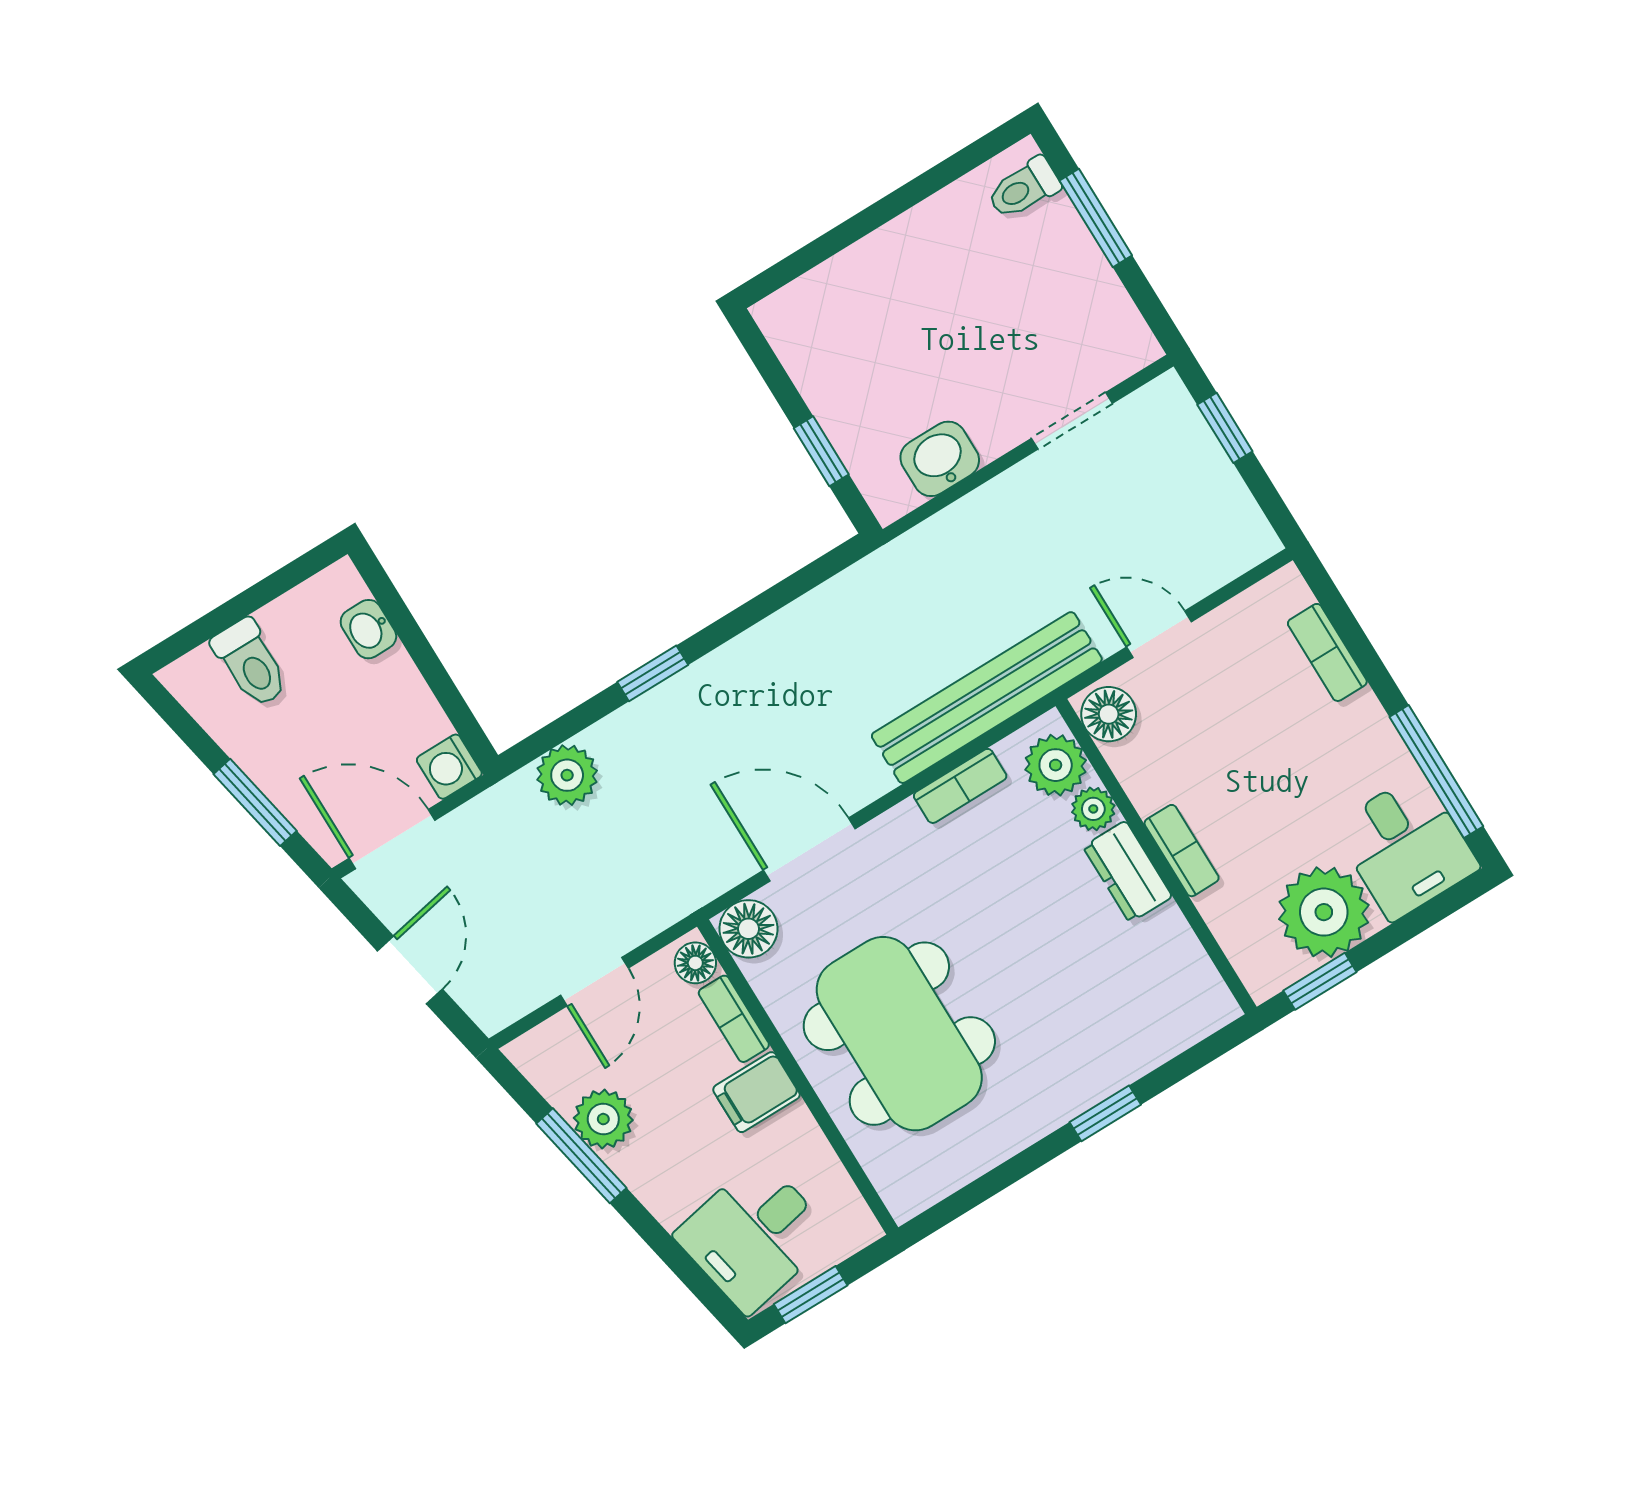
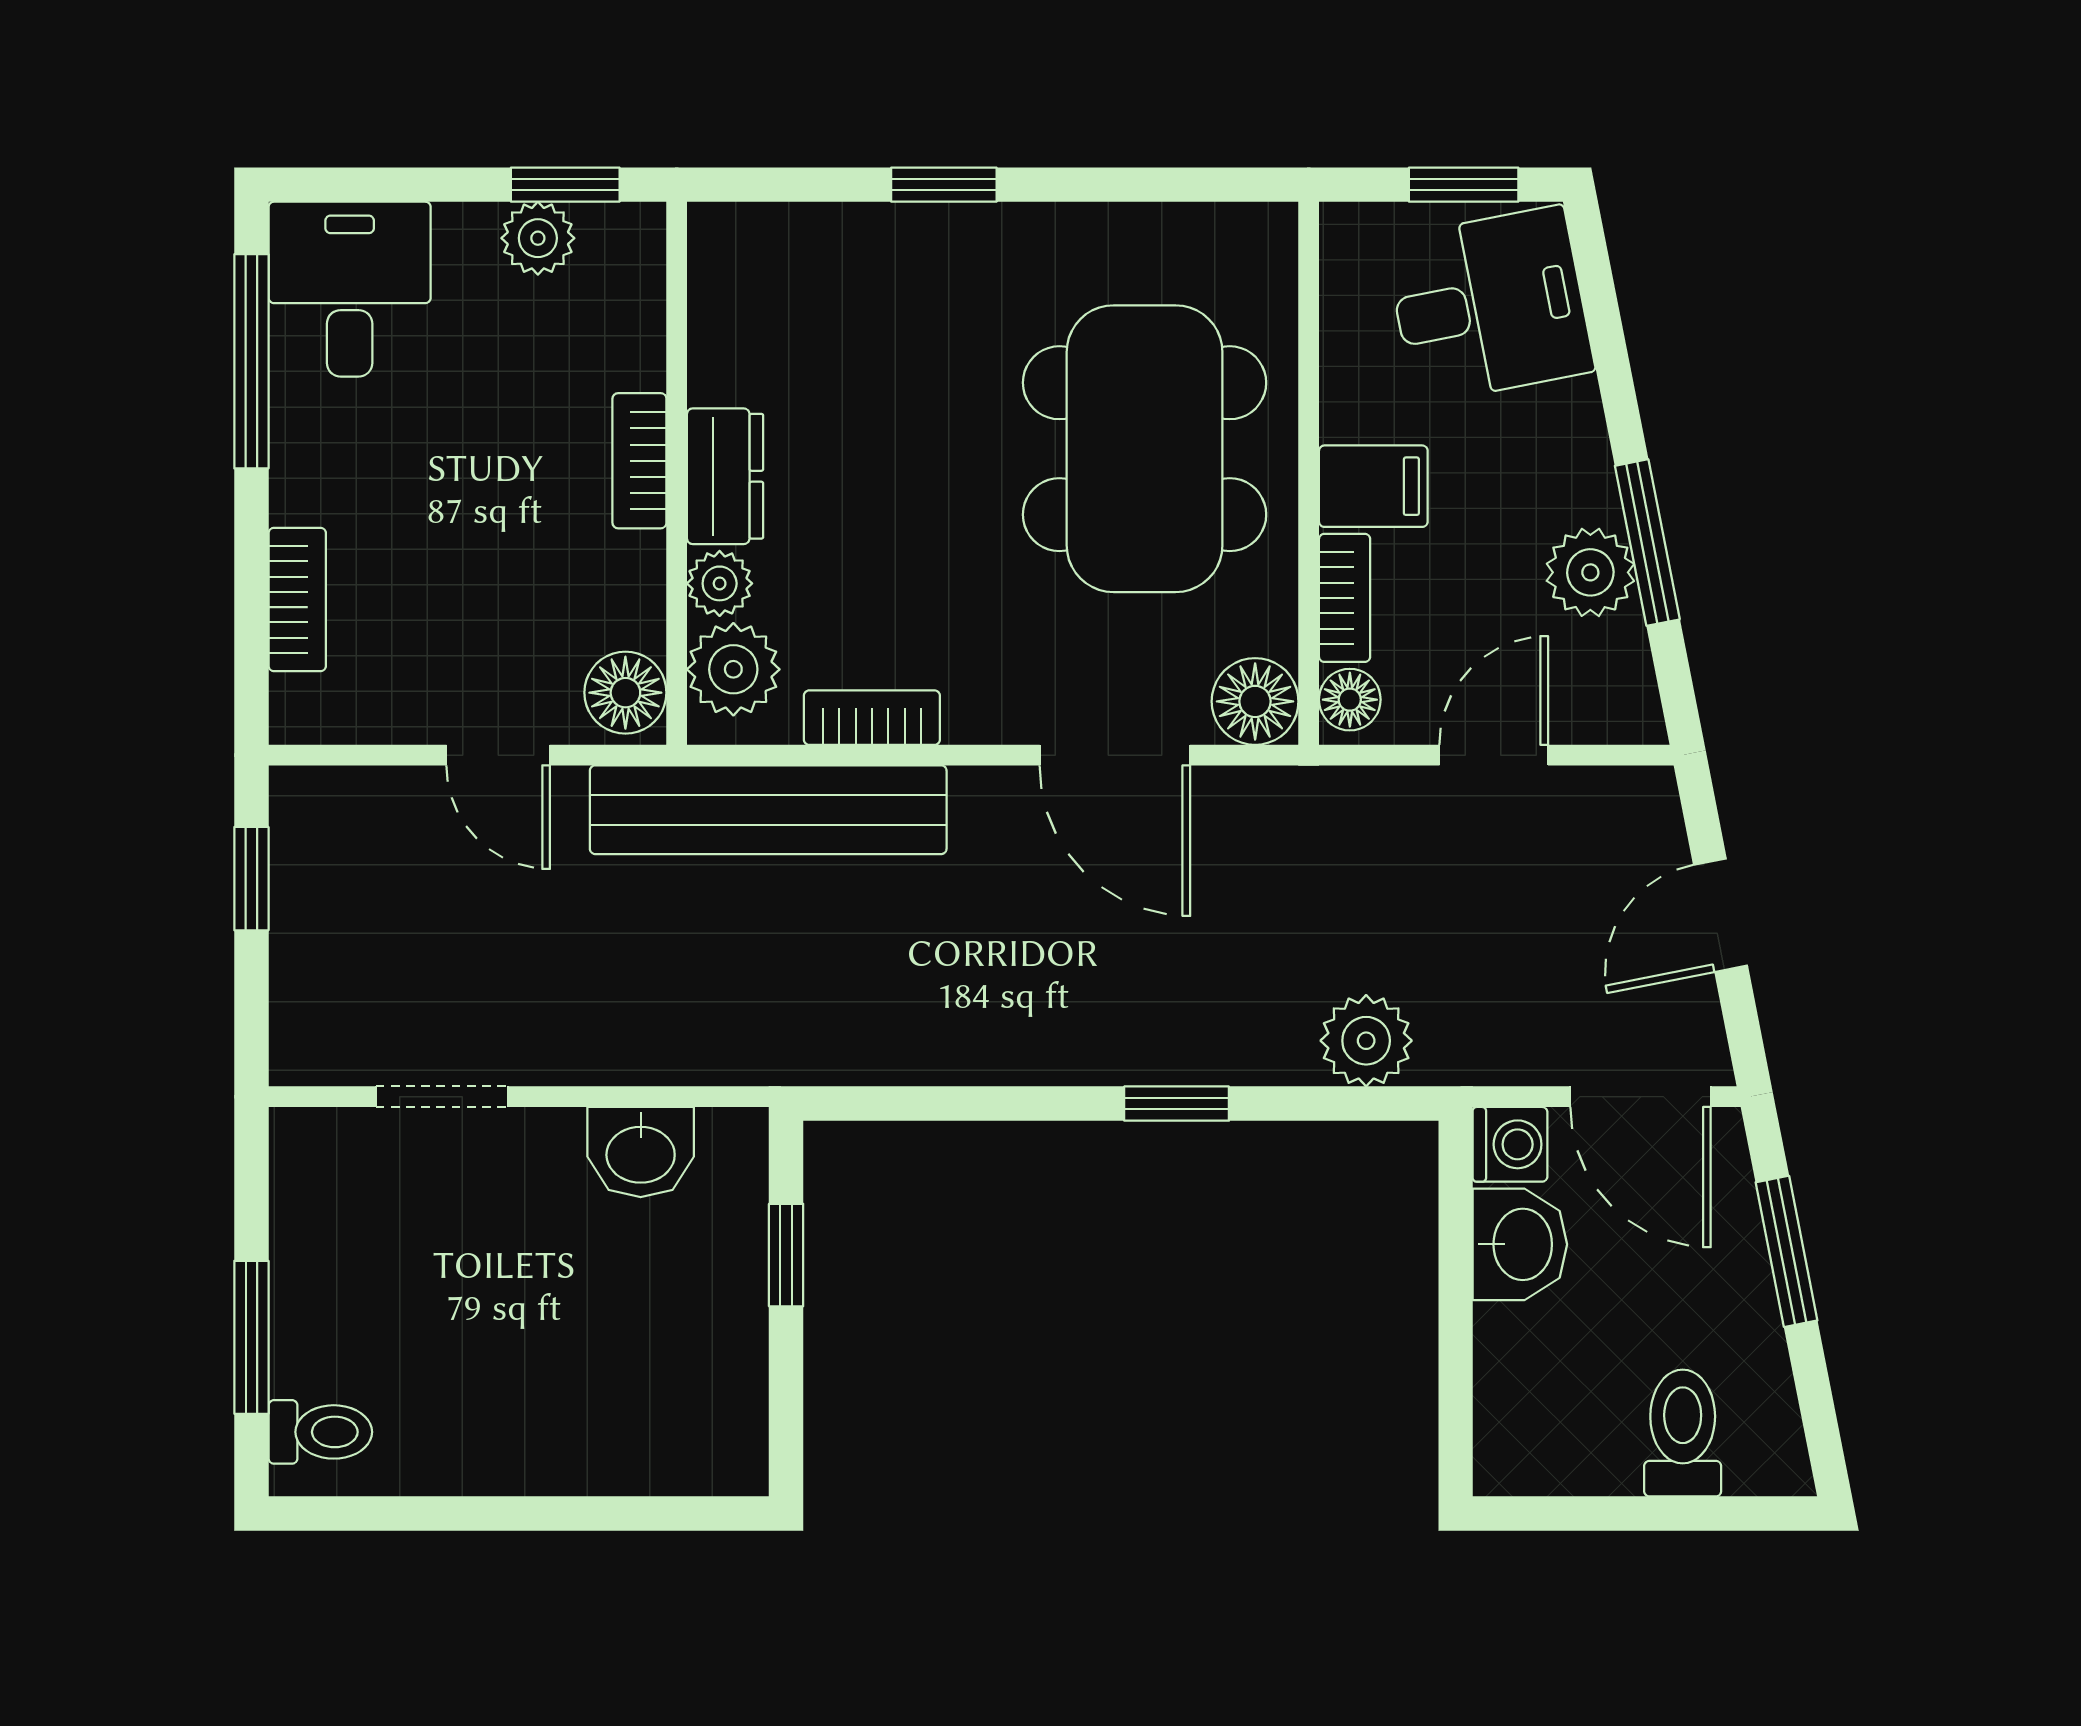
window: (1225, 428) -> (251, 879), moved
washbasin: (368, 629) -> (1520, 1244), moved, width x1.38, depth x1.45
plant: (1324, 912) -> (538, 238), width x0.53, depth x0.53

